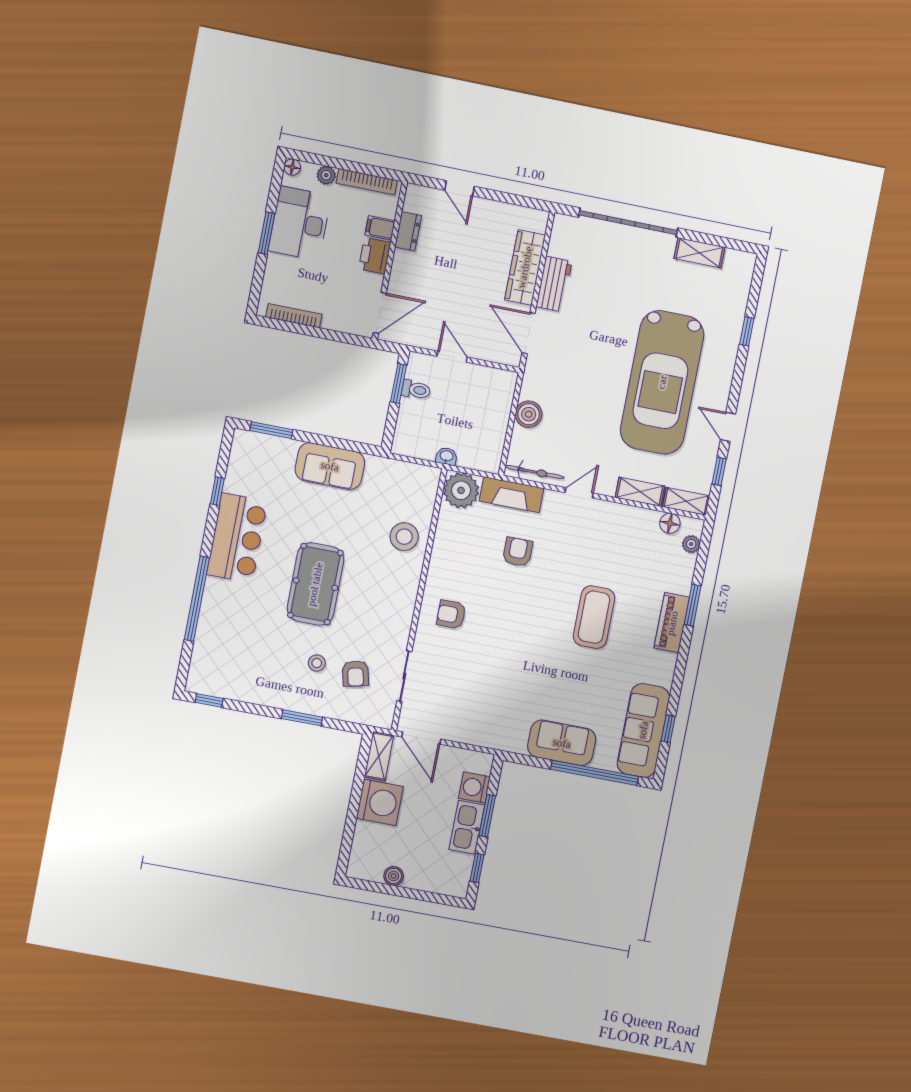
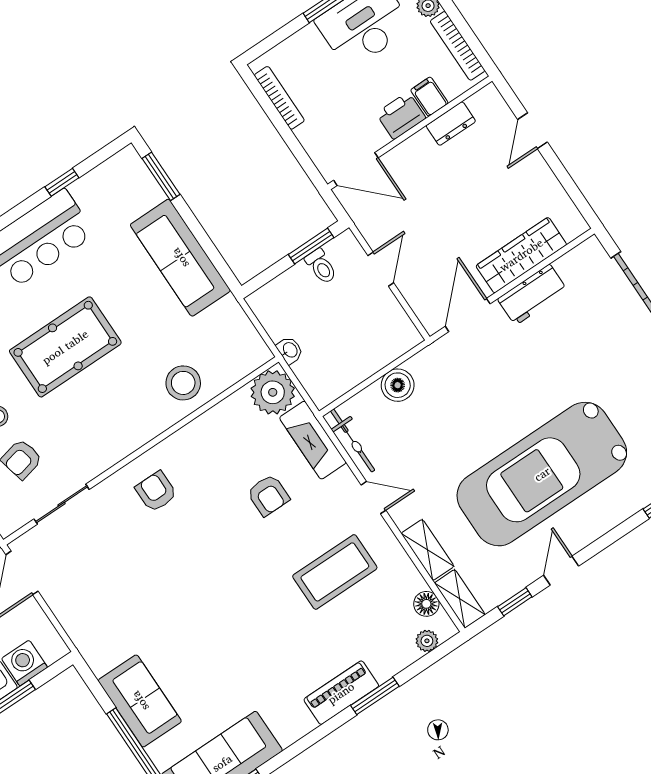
sofa: (330, 466) -> (180, 258), width x1.36
armchair: (518, 552) -> (268, 495), turned 90
coffee table: (594, 617) -> (335, 572), moved

